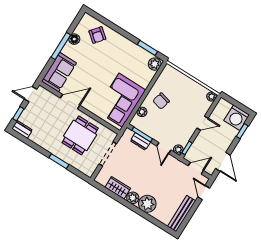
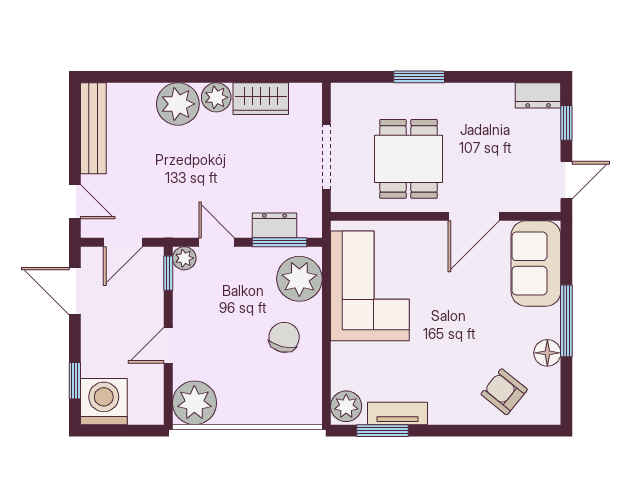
tv unit: (139, 51) -> (398, 413), added
plant: (212, 97) -> (194, 403), width x1.88, depth x1.88
plant: (142, 112) -> (299, 279), width x1.87, depth x1.87

